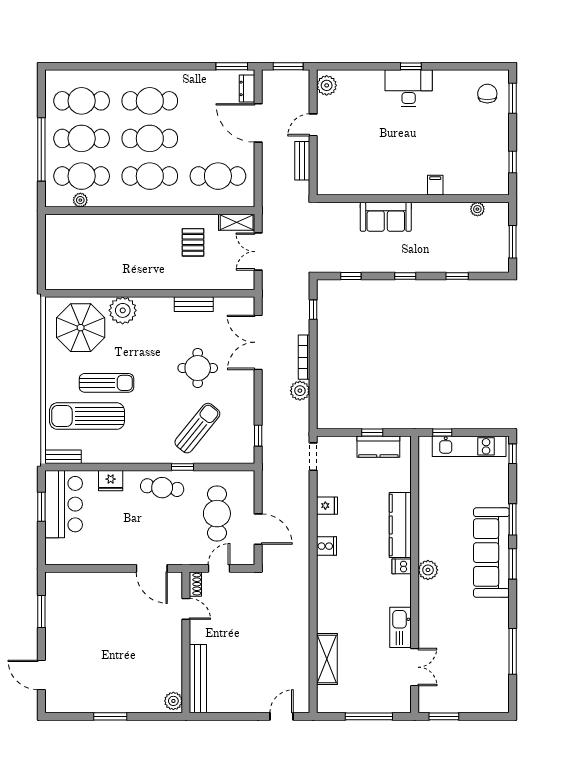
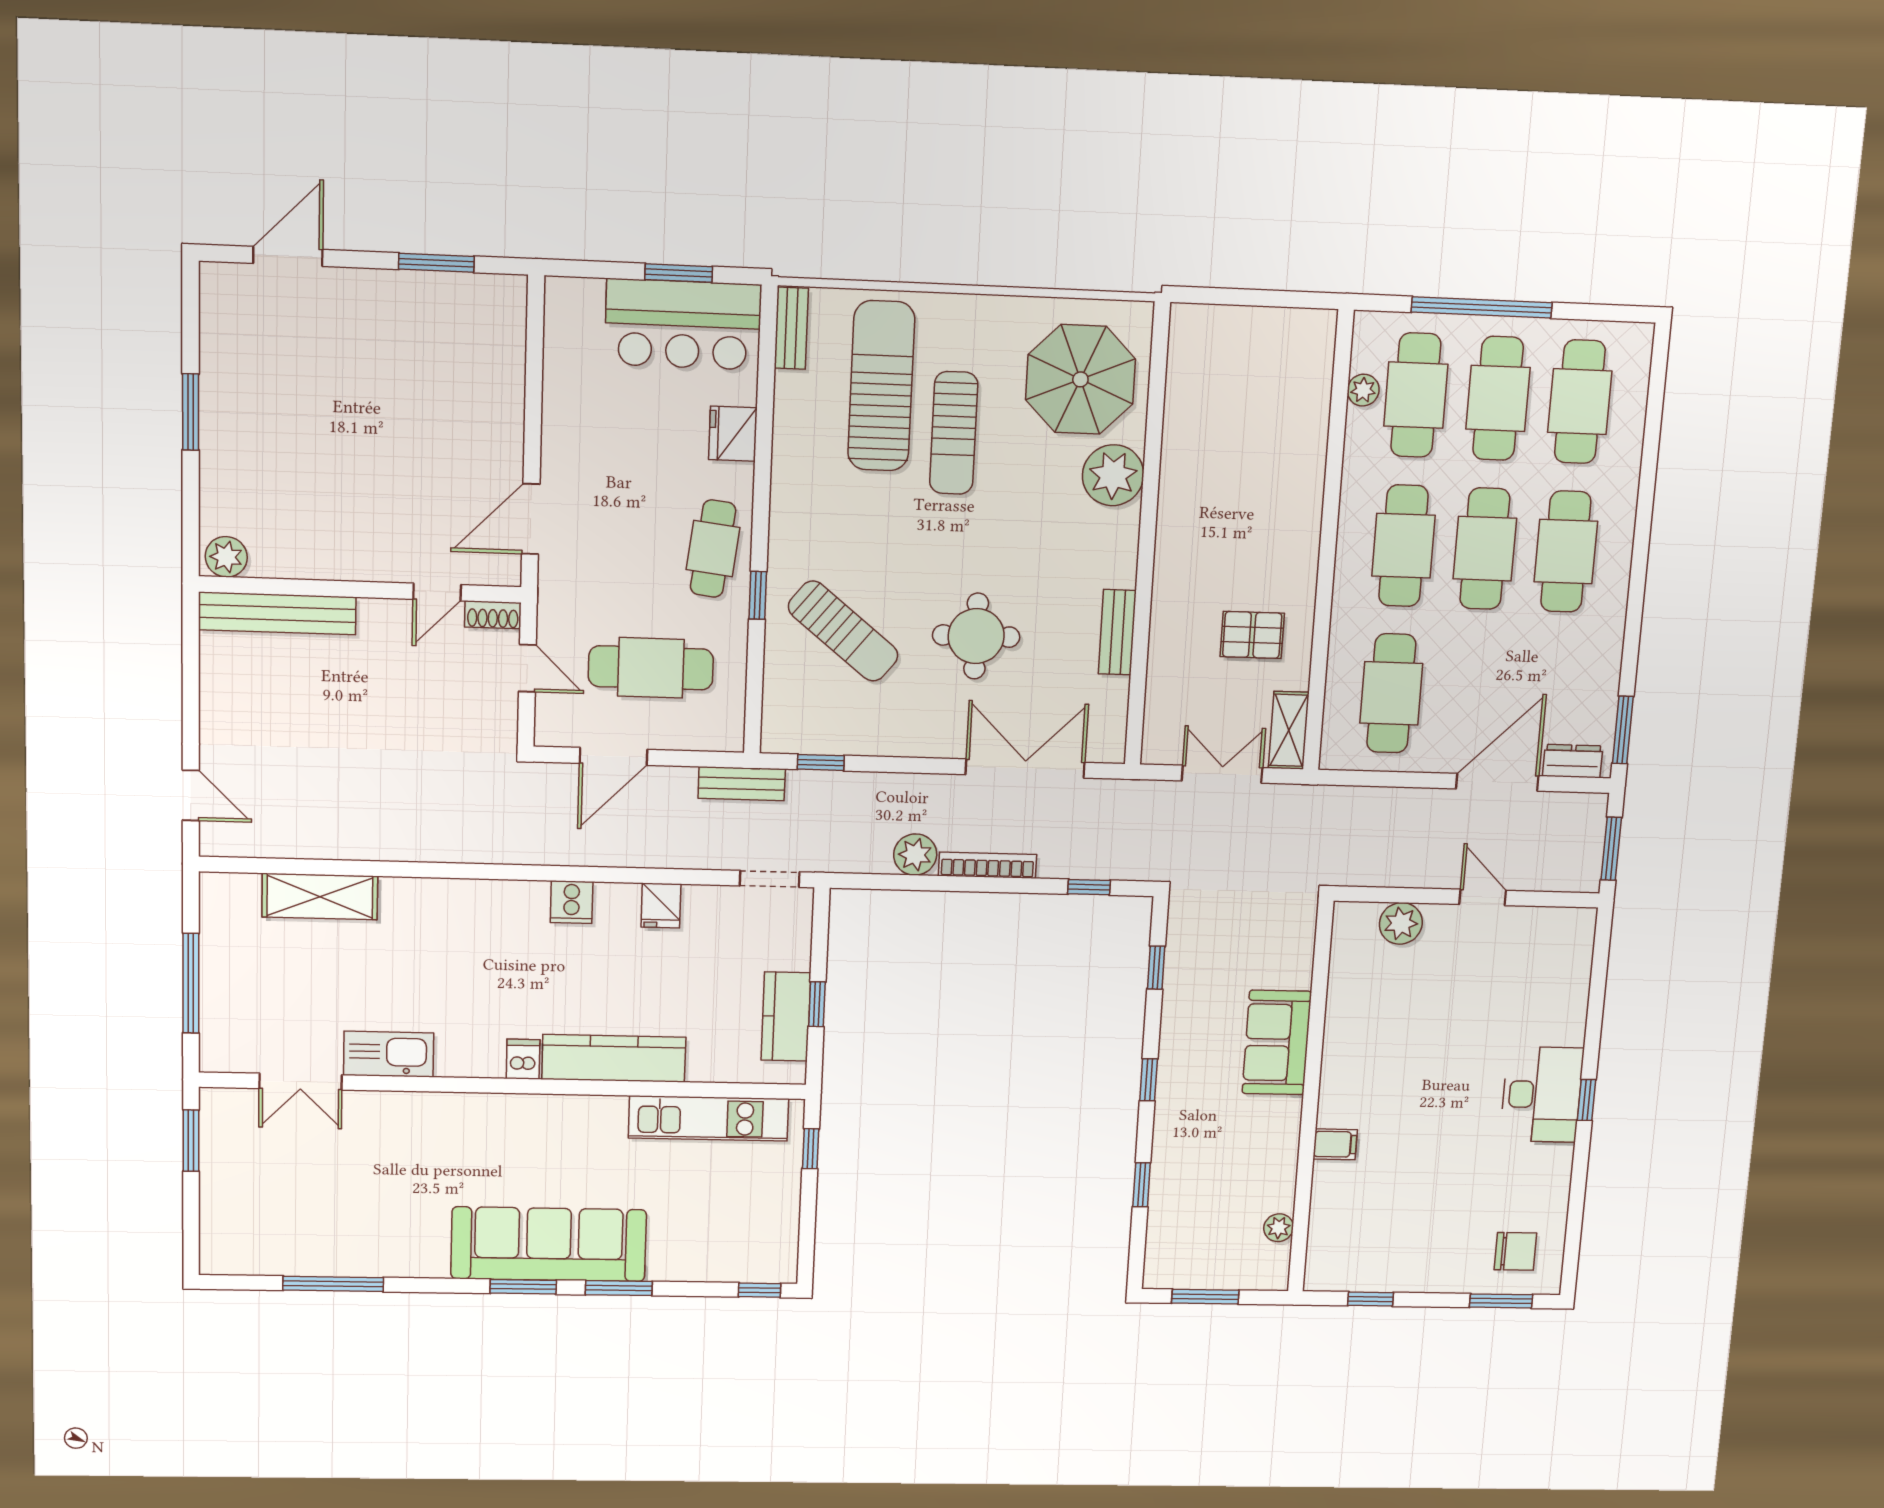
plant: (327, 85) -> (1401, 923), moved
bench: (302, 161) -> (742, 784), moved
kitchen unit: (469, 446) -> (709, 1118), moved, turned -90
plant: (428, 570) -> (514, 1114), removed

